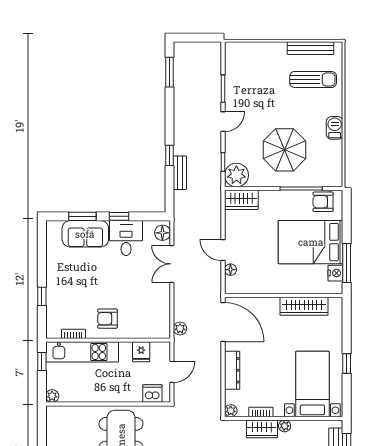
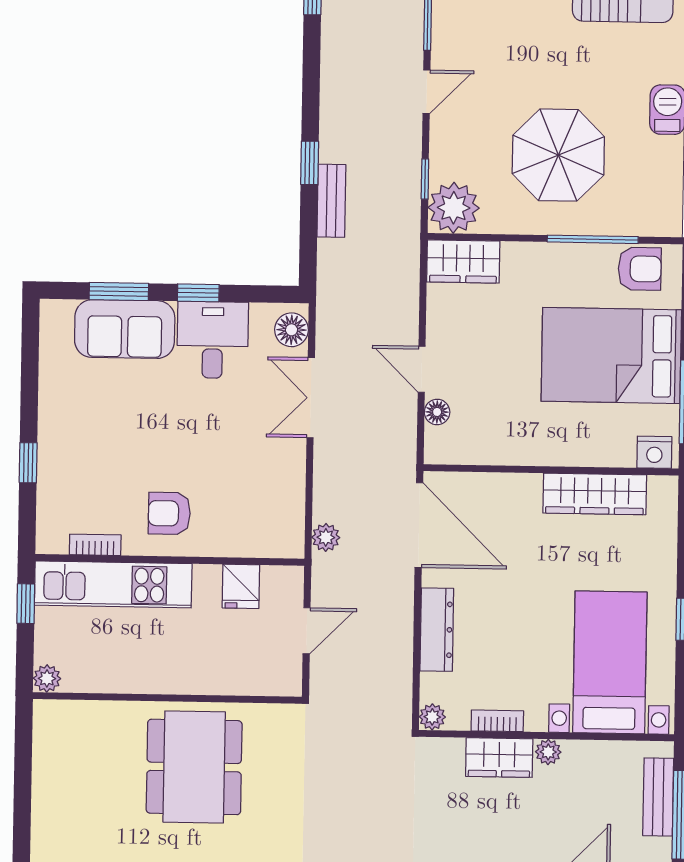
armchair: (323, 202) -> (640, 269), turned 180
nightstand: (335, 273) -> (654, 452), moved, turned 90
dishwasher: (152, 394) -> (264, 677), removed

